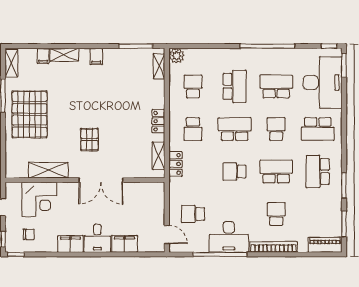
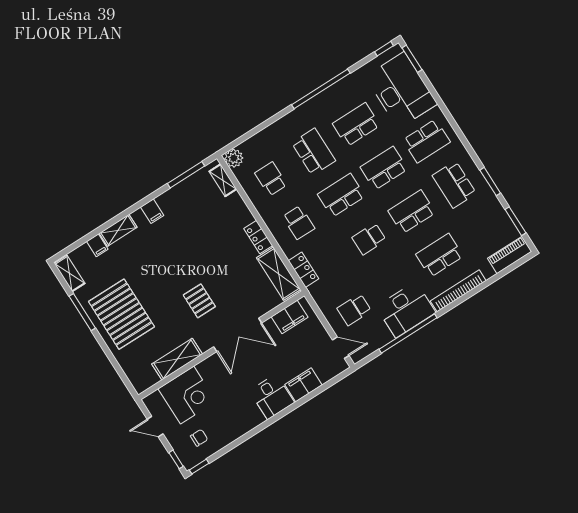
school desk: (276, 129) -> (384, 168), width x1.85
shelving: (158, 156) -> (279, 274), width x1.50, depth x1.33
school desk: (276, 214) -> (439, 255), width x1.85
filing cabinet: (70, 244) -> (290, 317), moved, turned 180

